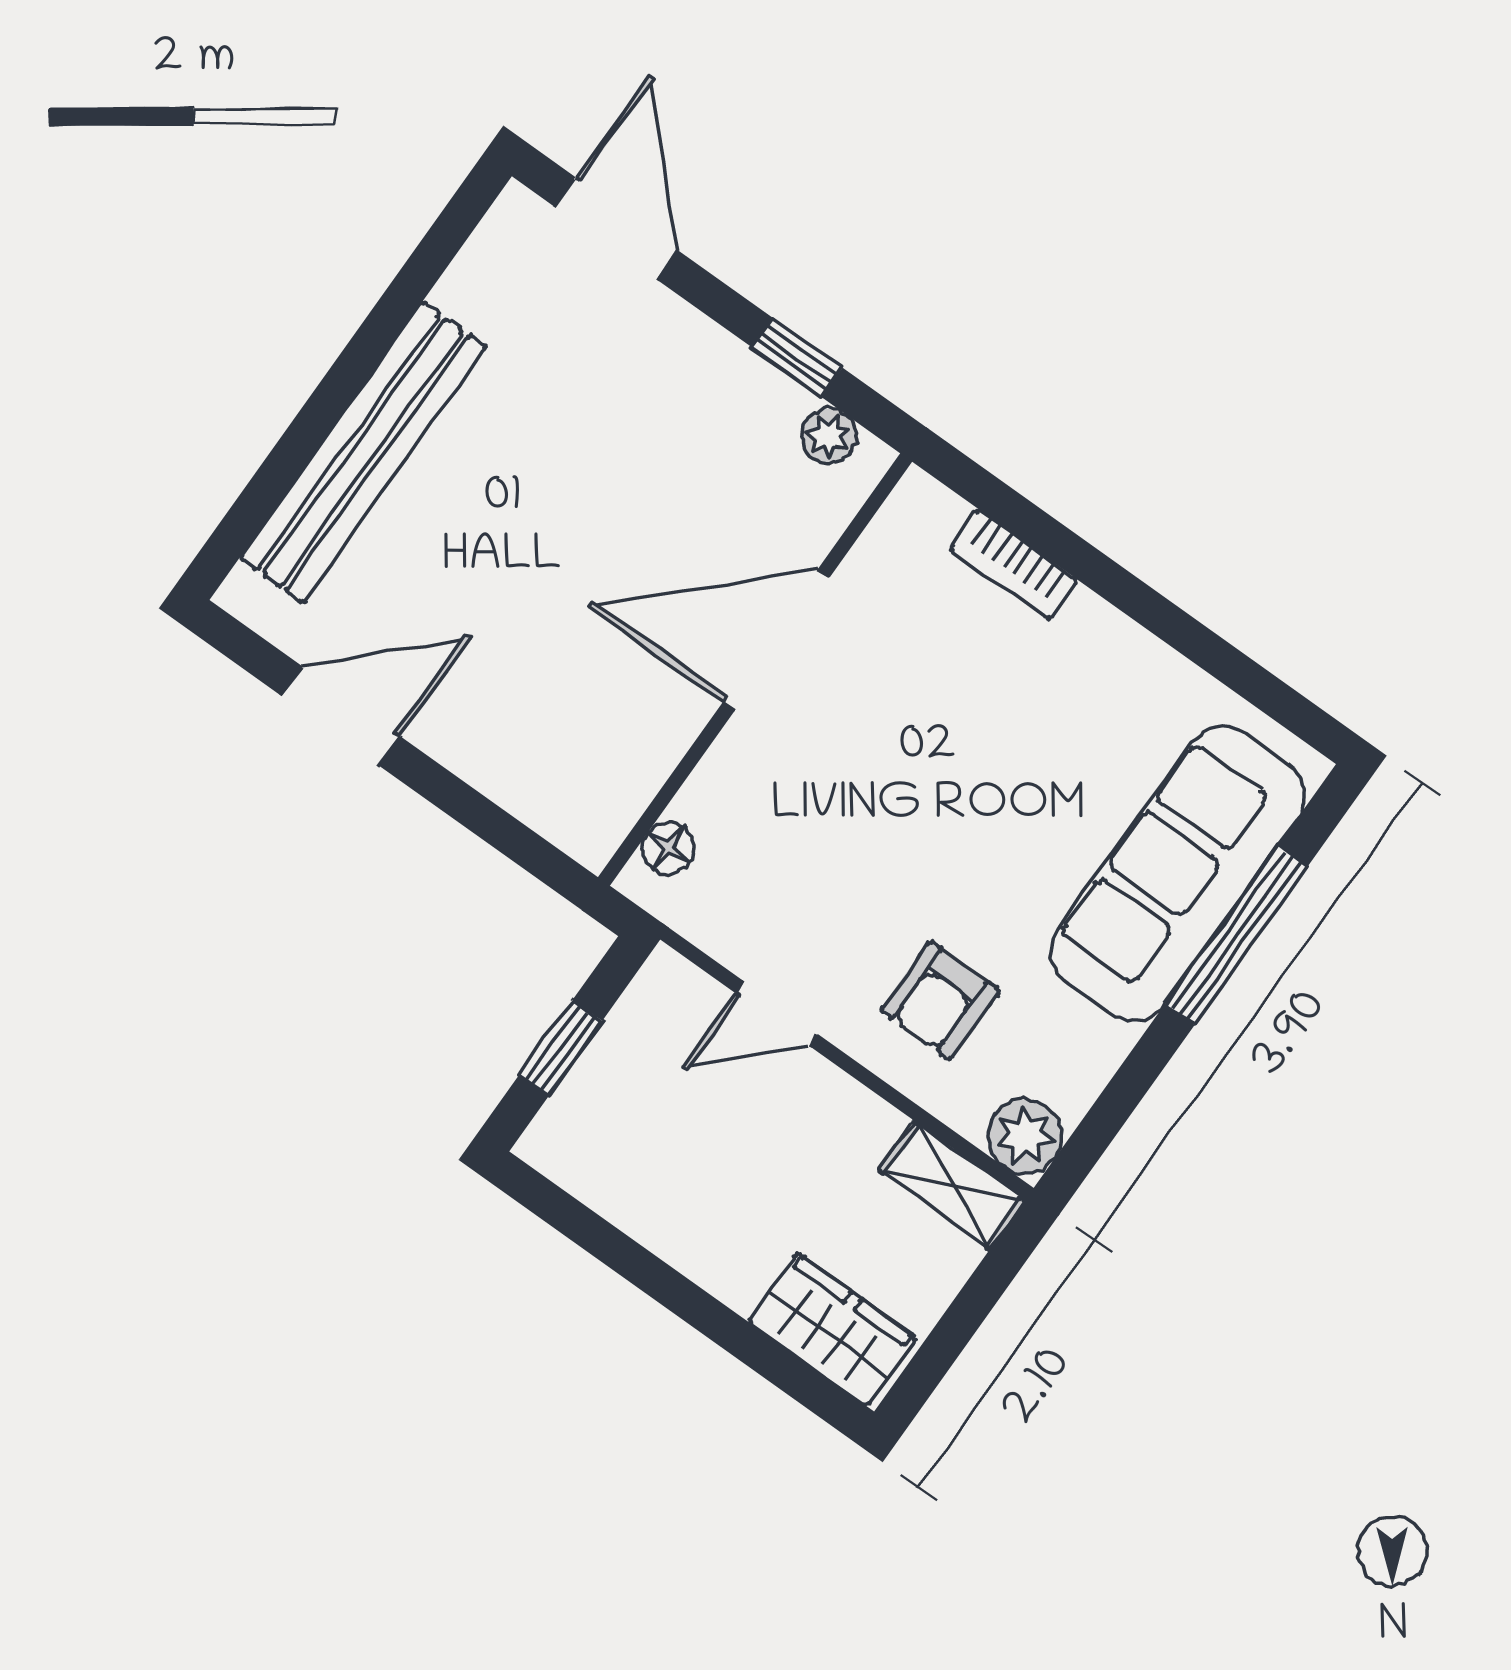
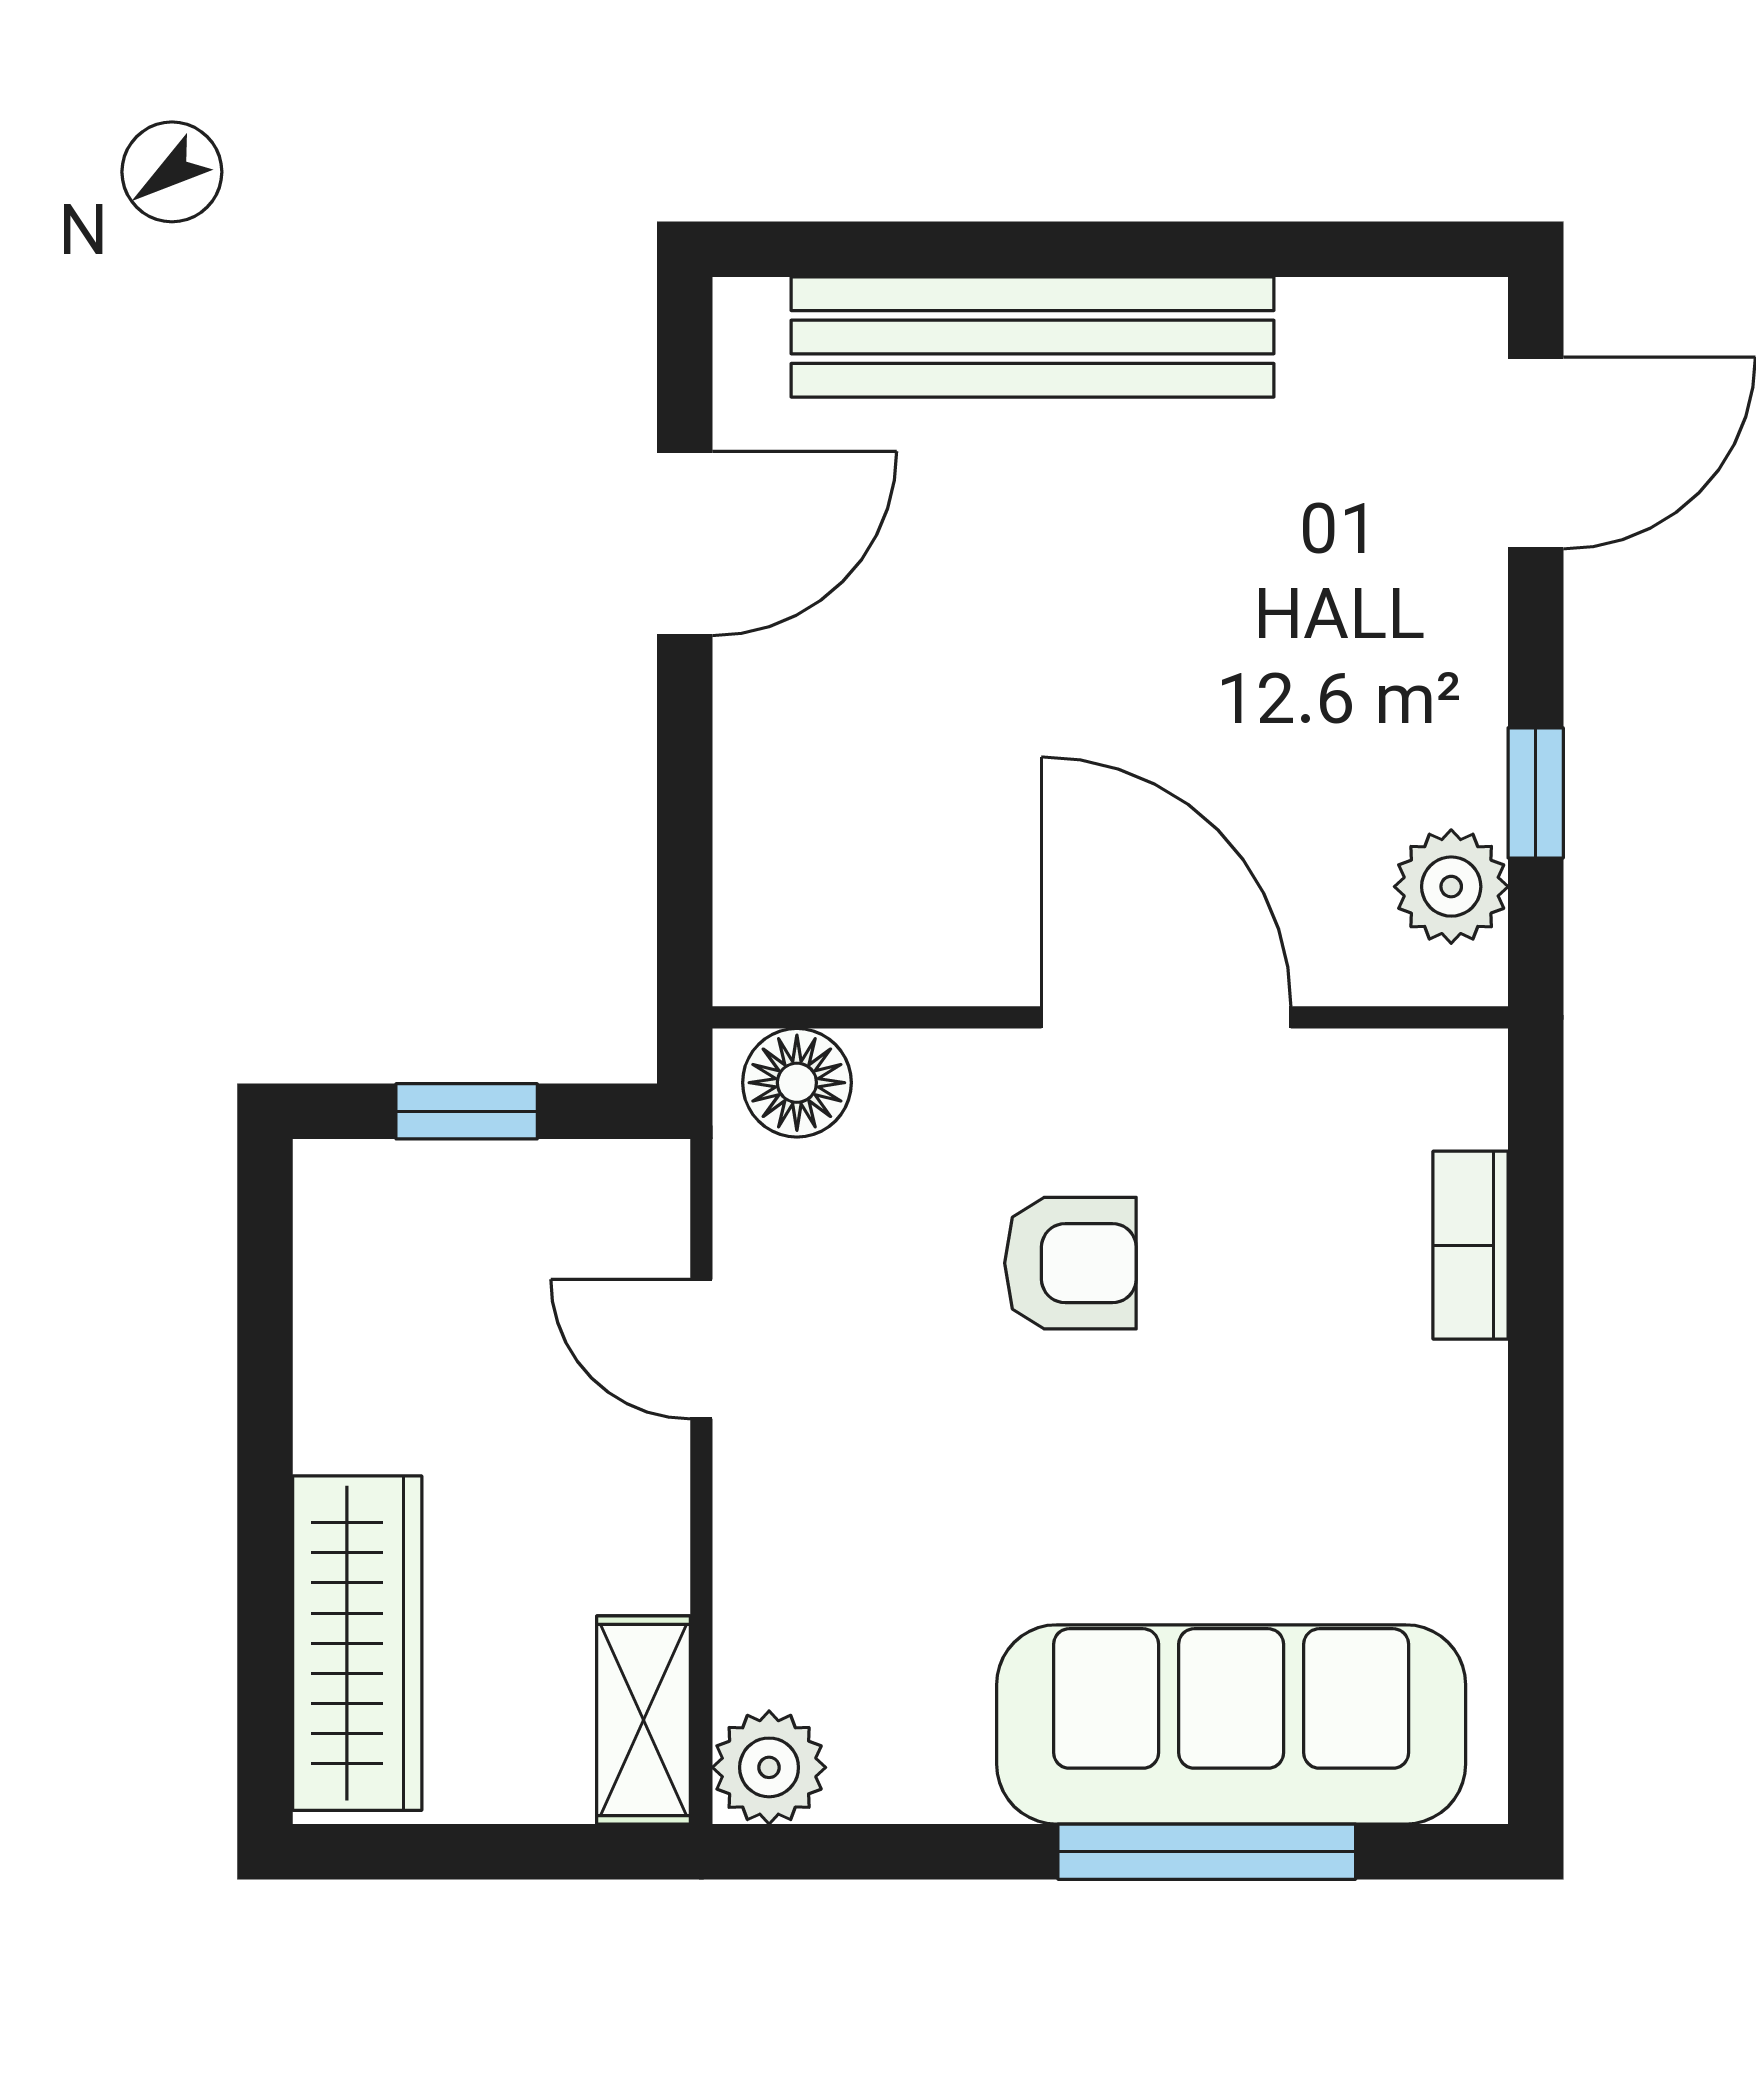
plant: (829, 436) -> (1451, 887), width x1.38, depth x1.38
door: (341, 716) -> (685, 543), hinge flipped
floor lamp: (669, 848) -> (797, 1083), width x1.37, depth x1.37
armchair: (940, 1000) -> (1070, 1263), moved, turned 180
wardrobe: (832, 1330) -> (357, 1643), width x1.50

